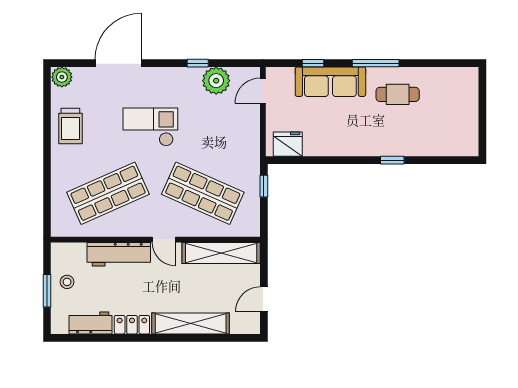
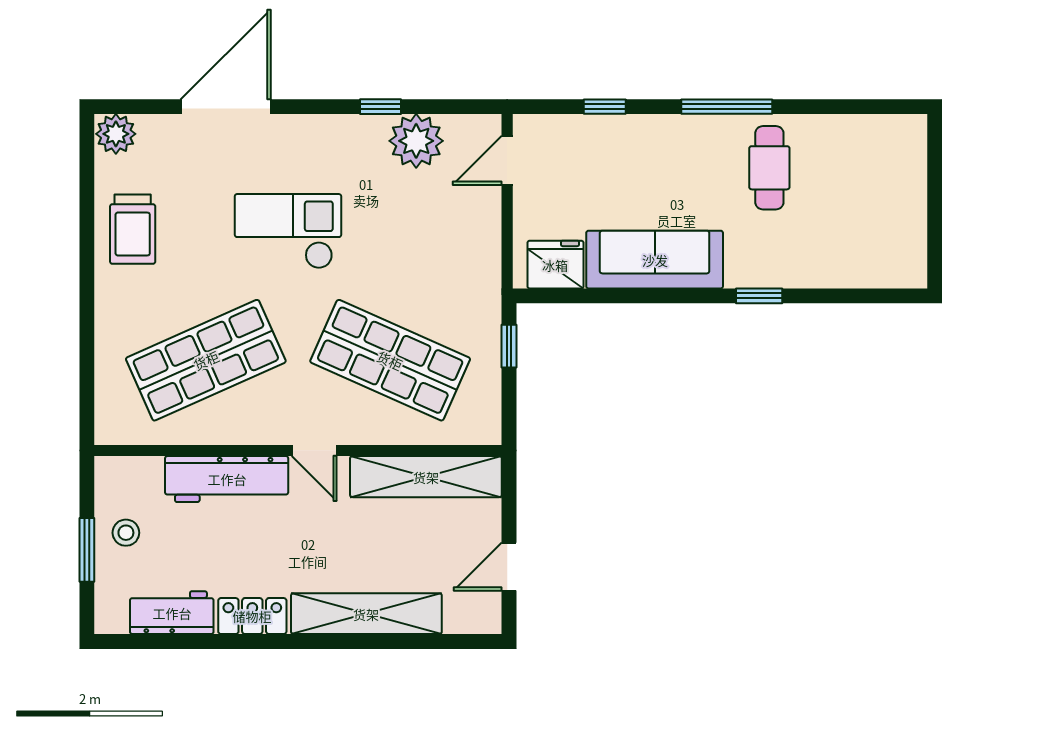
sofa: (330, 82) -> (655, 260), moved, turned 180
cafe table: (398, 94) -> (769, 168), turned 90

